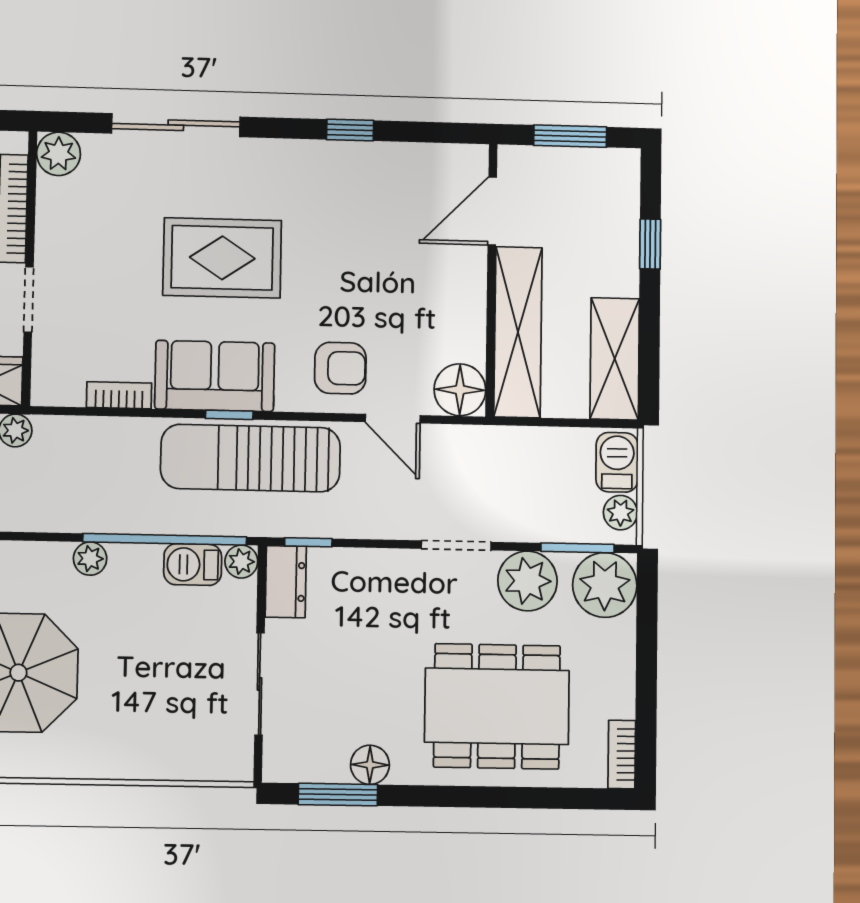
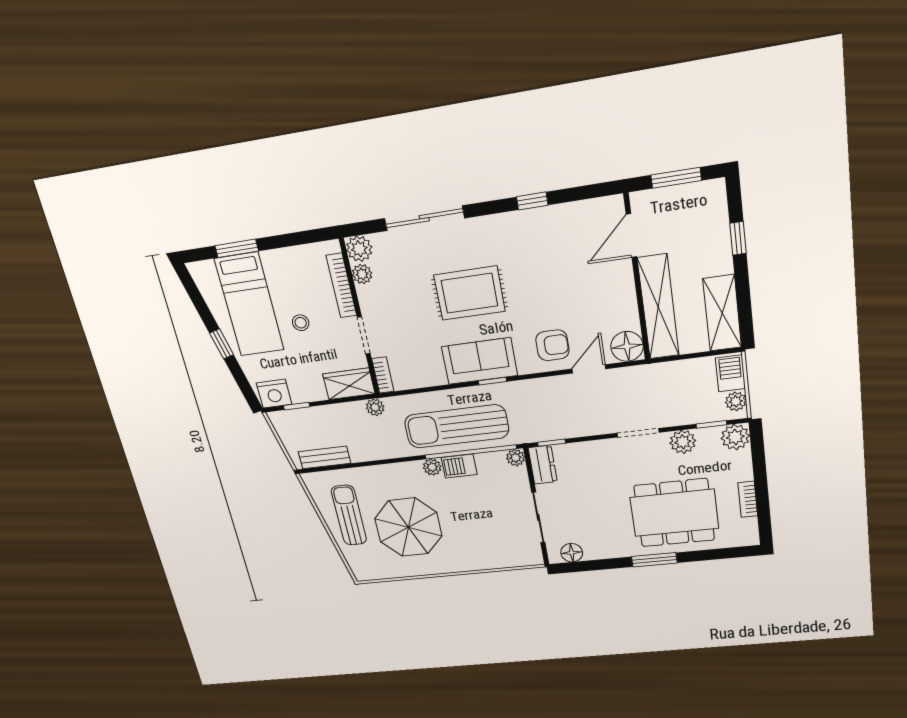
plant: (53, 196) -> (362, 274), added
bookcase: (119, 395) -> (383, 375), moved, turned 90
door: (393, 419) -> (589, 369), swing flipped
sun lounger: (250, 458) -> (456, 426), moved
window: (578, 548) -> (711, 424), width x0.67
barbecue: (193, 565) -> (459, 466), moved
plant: (527, 581) -> (683, 442), width x0.73, depth x0.73
plant: (605, 585) -> (735, 437), width x0.73, depth x0.73
bookcase: (622, 754) -> (748, 499), moved
floor lamp: (370, 765) -> (572, 553), moved
window: (338, 795) -> (654, 560), moved

